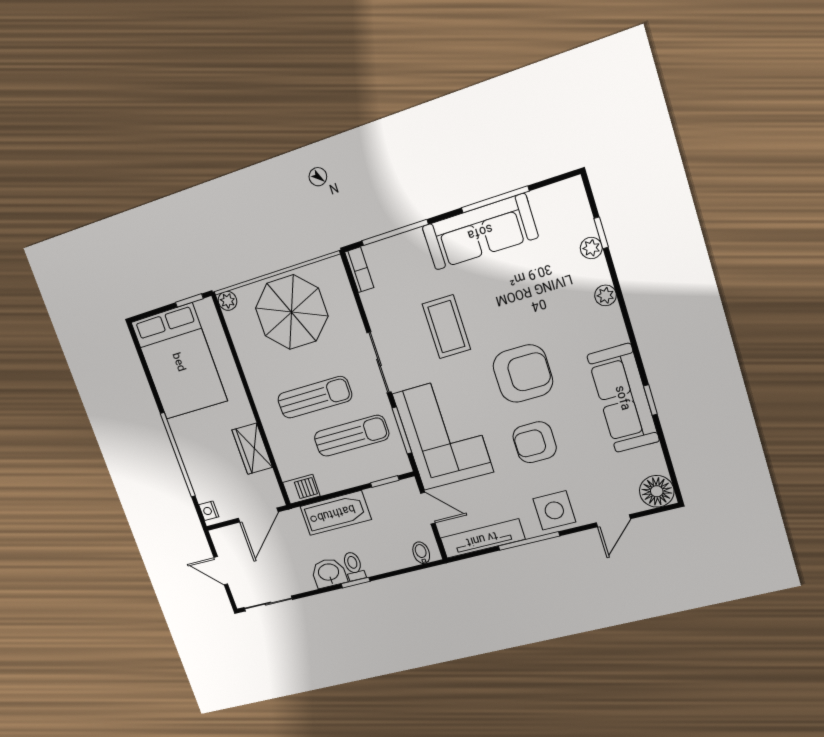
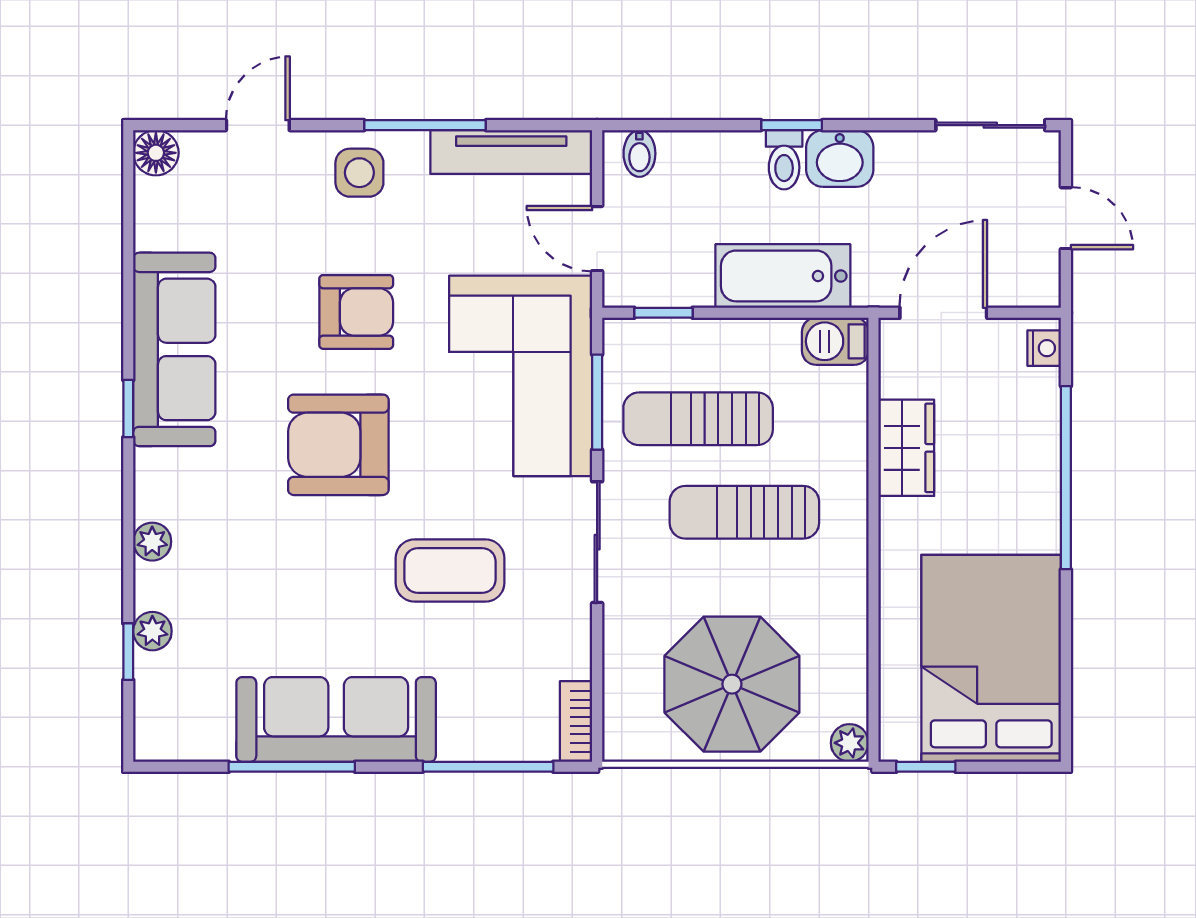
coffee table: (446, 327) -> (450, 571), turned 90
window: (650, 400) -> (128, 409), moved
floor lamp: (657, 491) -> (156, 153), width x0.73, depth x0.73
side table: (554, 510) -> (359, 173), width x0.73, depth x0.73

